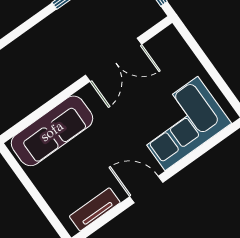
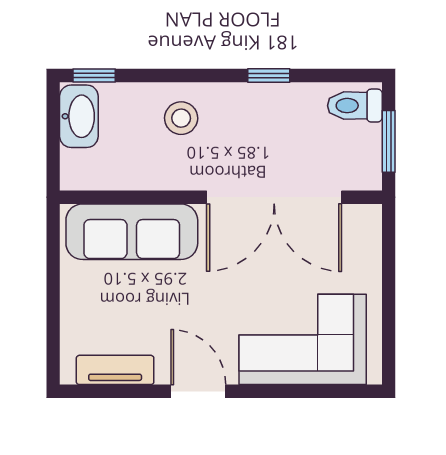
stool: (35, 53) -> (181, 118), added
double door: (114, 60) -> (274, 197), width x1.36

